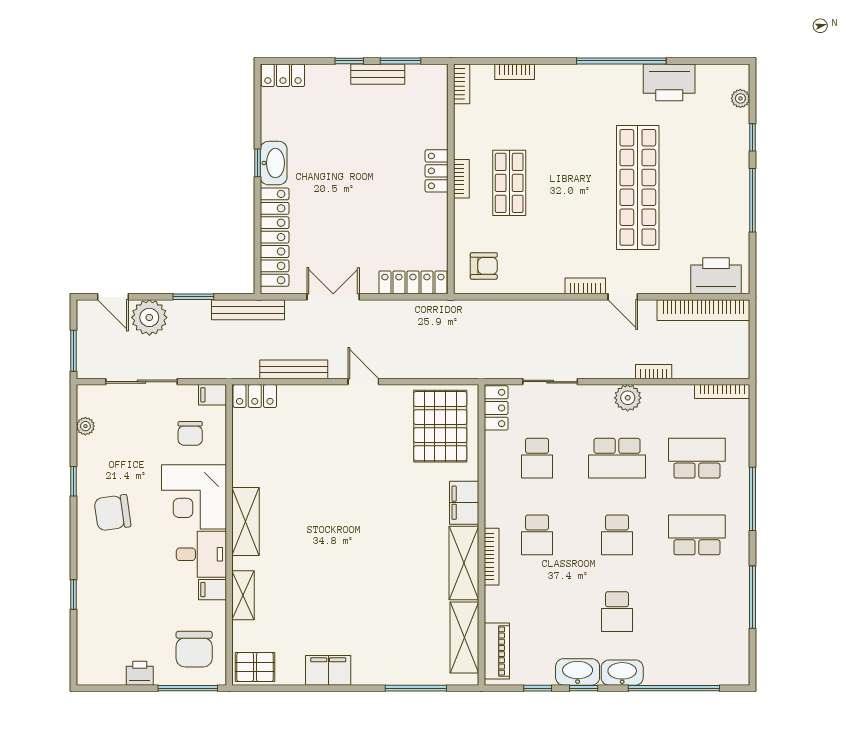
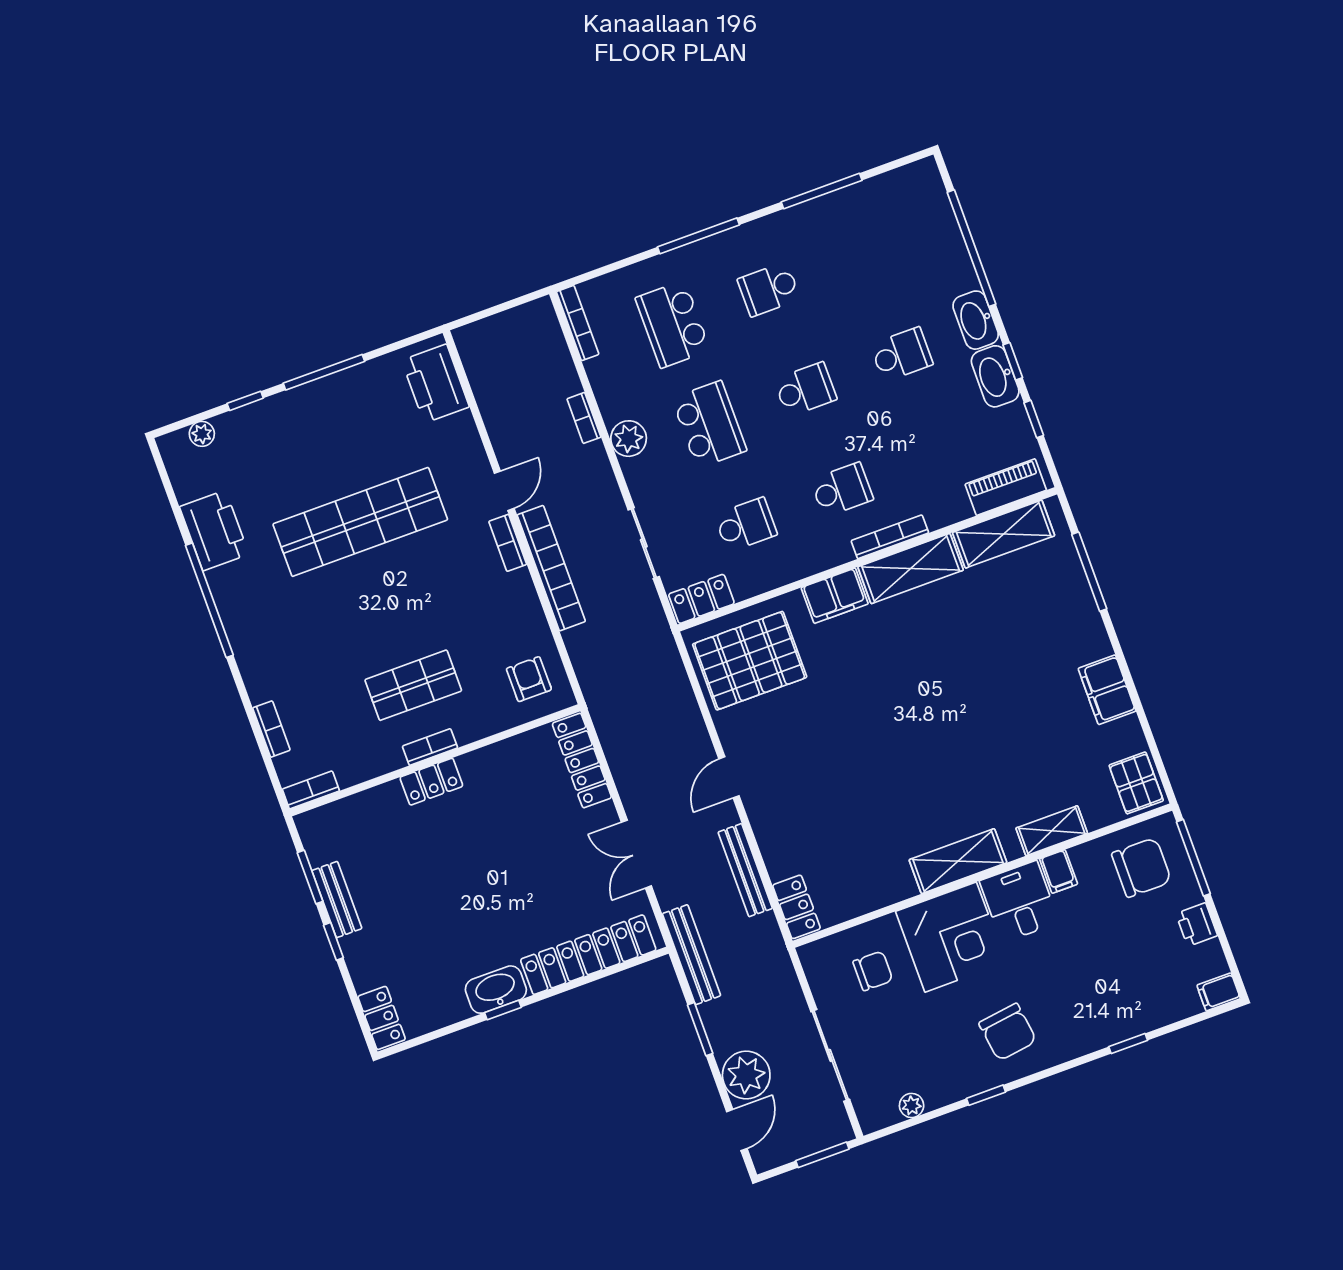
bookcase: (703, 310) -> (551, 568), moved
filing cabinet: (213, 395) -> (1219, 992), moved, turned 90
school desk: (697, 535) -> (769, 289), width x0.54

